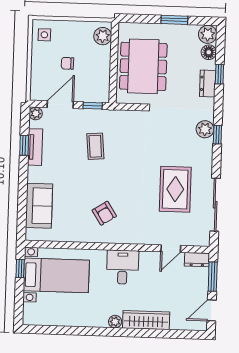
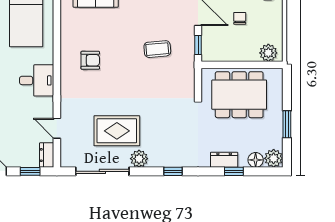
plant: (205, 129) -> (139, 159), moved
armchair: (104, 213) -> (90, 60), turned -147
window: (213, 277) -> (30, 171), width x0.67

